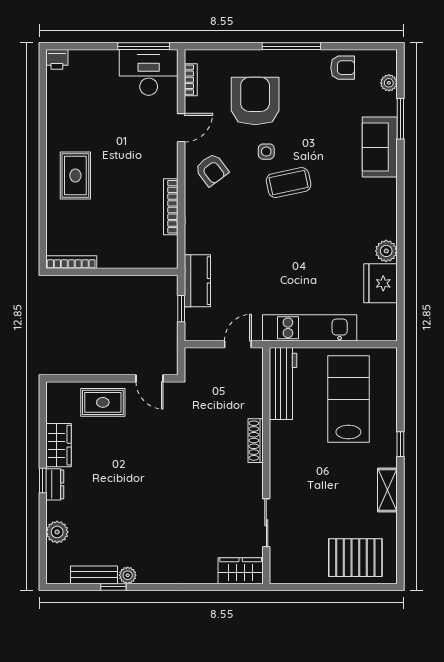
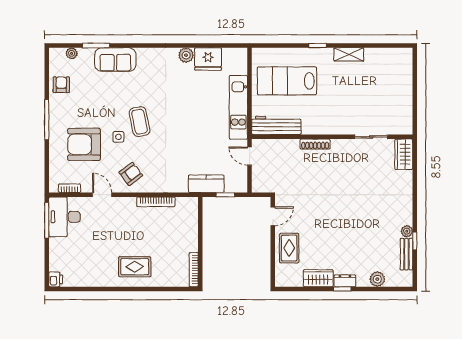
pallet: (355, 558) -> (395, 76), removed

